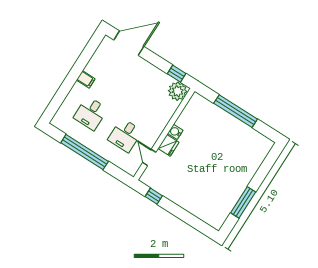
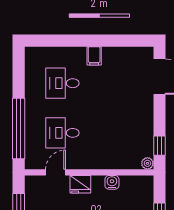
plant: (178, 91) -> (147, 163), width x0.53, depth x0.53
water cooler: (175, 132) -> (112, 182), moved
window: (85, 152) -> (19, 129), moved

